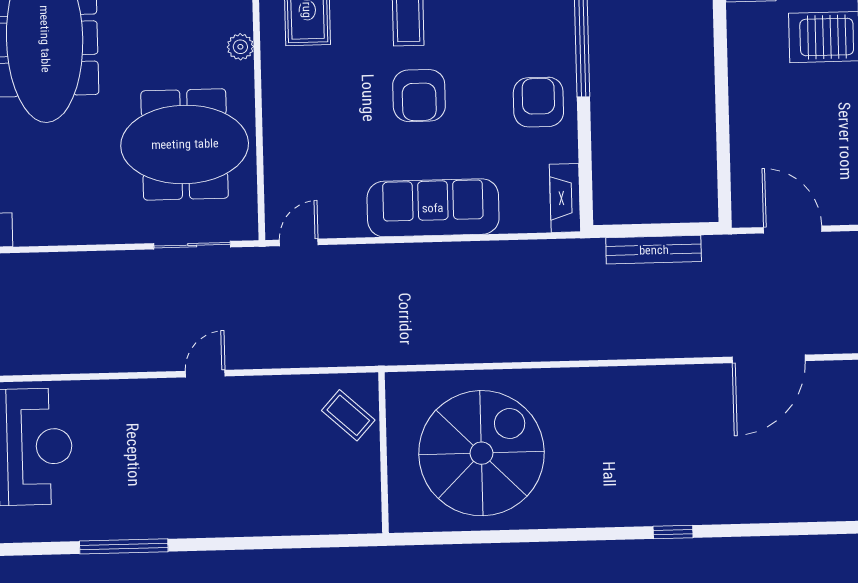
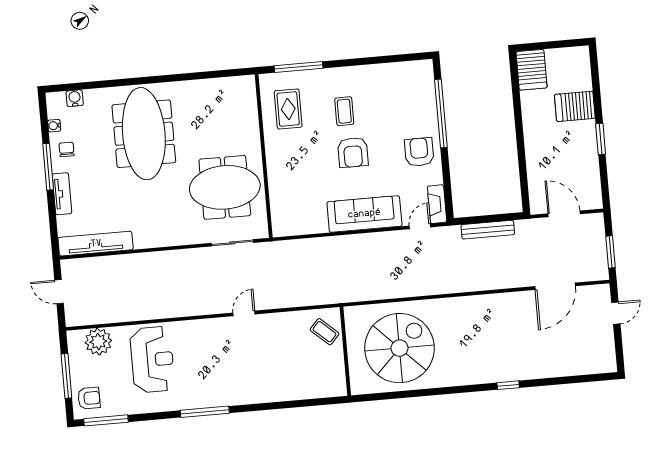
plant: (240, 47) -> (252, 131), removed
door: (299, 242) -> (420, 226), moved

